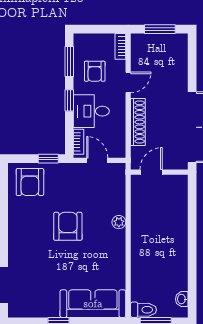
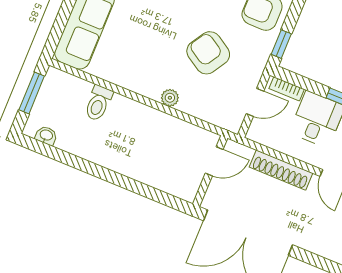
door: (151, 172) -> (214, 161), hinge flipped
armchair: (68, 226) -> (208, 53), moved, turned -148
toilet: (144, 310) -> (98, 103), moved

